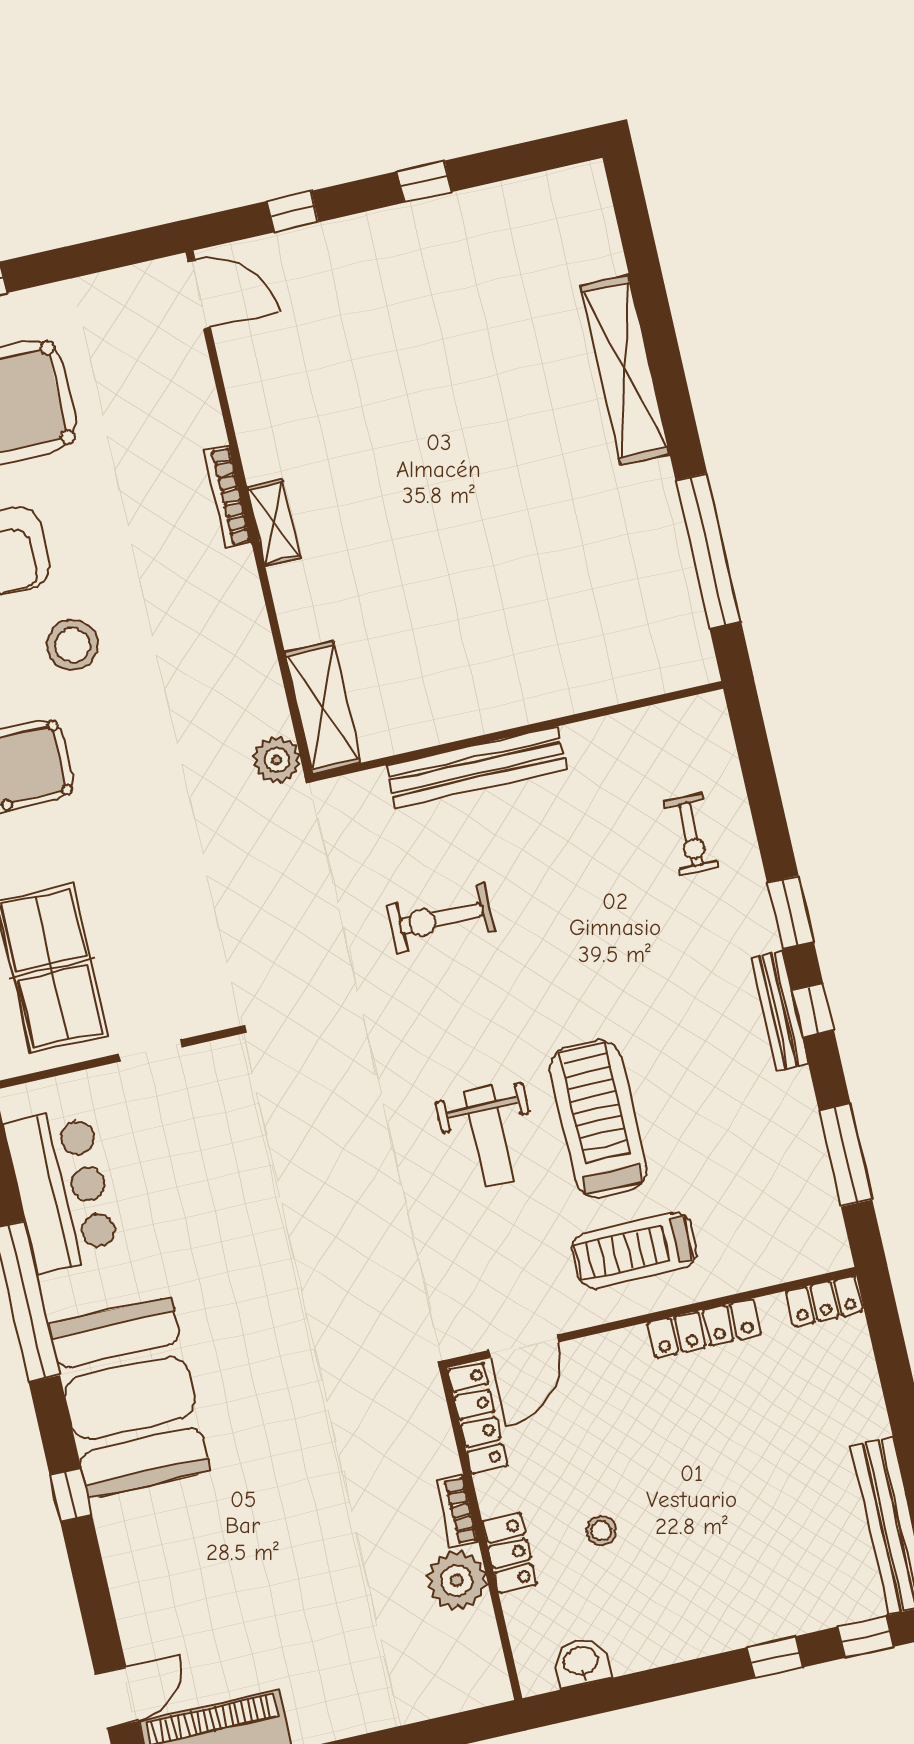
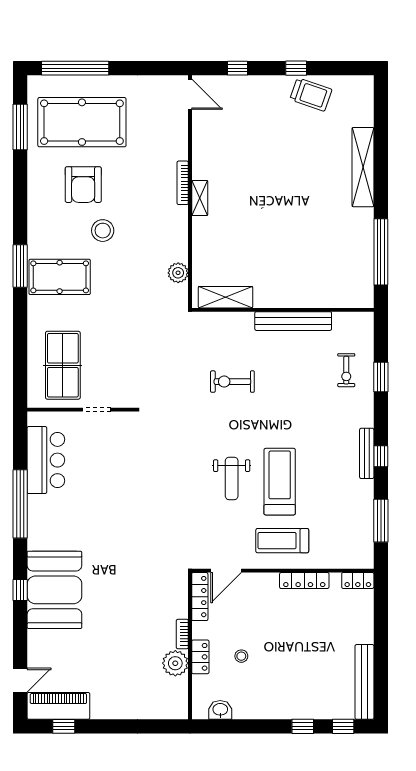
trolley: (471, 233) -> (311, 94), added
shelving: (323, 707) -> (225, 297), moved, turned 90
plant: (277, 760) -> (178, 273), moved
bench: (476, 767) -> (293, 321), moved
window: (790, 912) -> (381, 377), moved
booth: (130, 1398) -> (54, 590), moved

